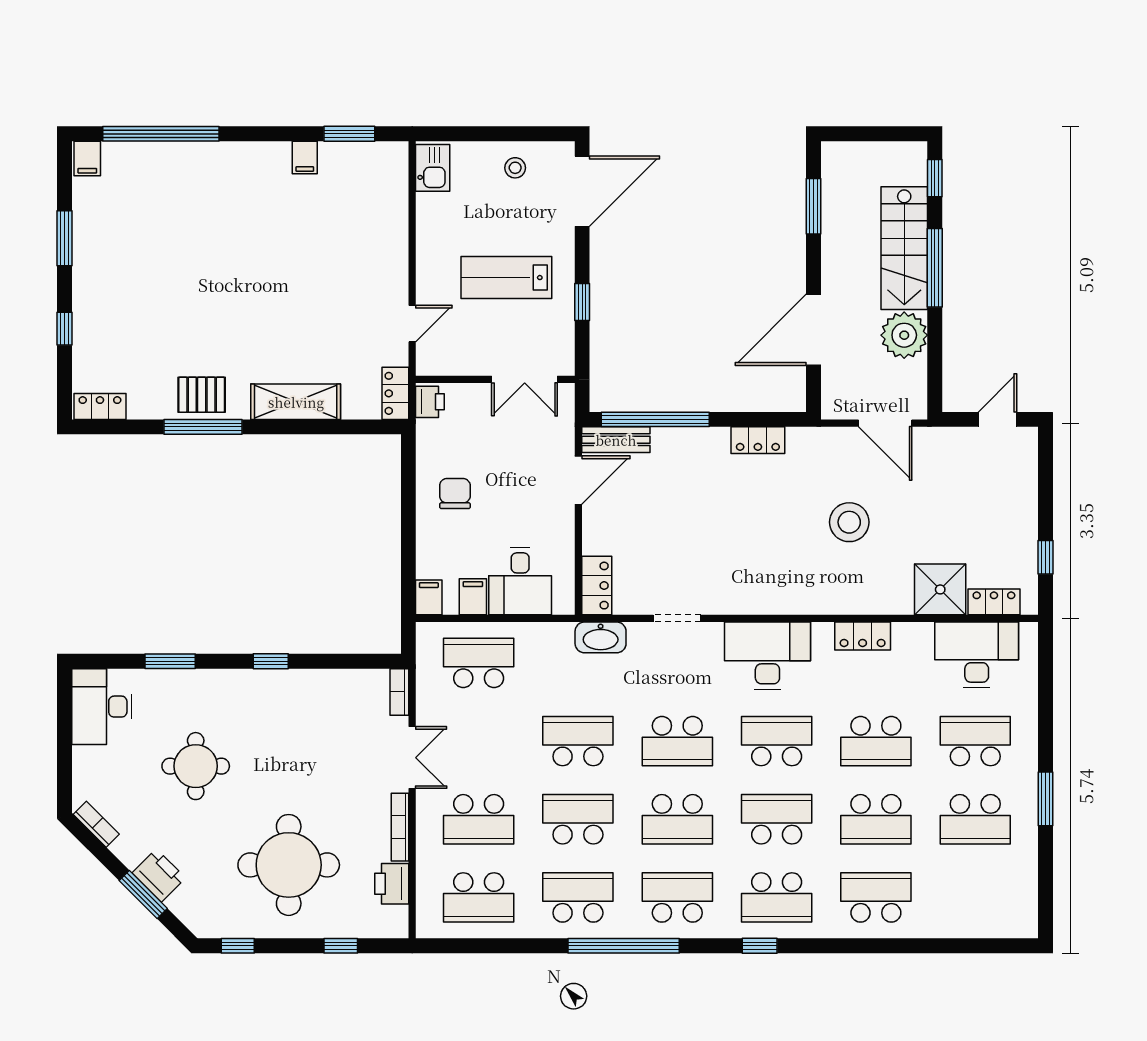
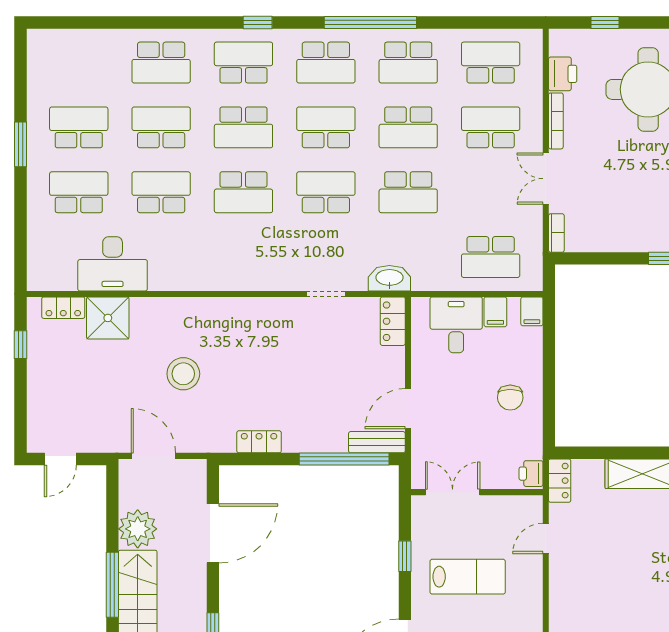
locker: (863, 636) -> (172, 279), removed
desk: (977, 655) -> (113, 264), moved
desk: (767, 656) -> (251, 263), removed
school desk: (975, 741) -> (79, 192), turned 180

